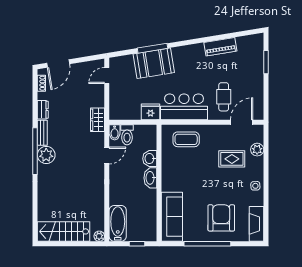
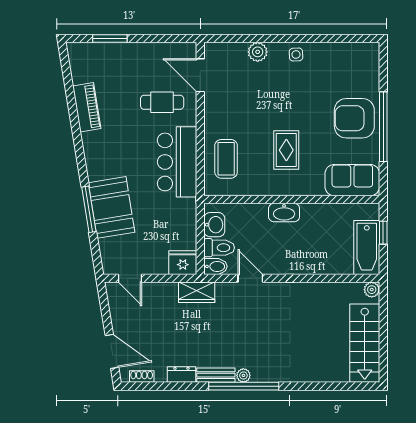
fridge: (150, 112) -> (183, 263), moved, turned 90
plant: (257, 150) -> (258, 52), moved
plant: (46, 155) -> (243, 375), width x0.53, depth x0.53
washbasin: (150, 159) -> (214, 225), moved, turned -90
rug: (232, 159) -> (286, 150), moved
sofa: (172, 217) -> (352, 180), width x0.73
armchair: (221, 218) -> (354, 118), moved
bathtub: (118, 223) -> (367, 247), moved, turned -90
fireplace: (256, 224) -> (353, 53), removed

